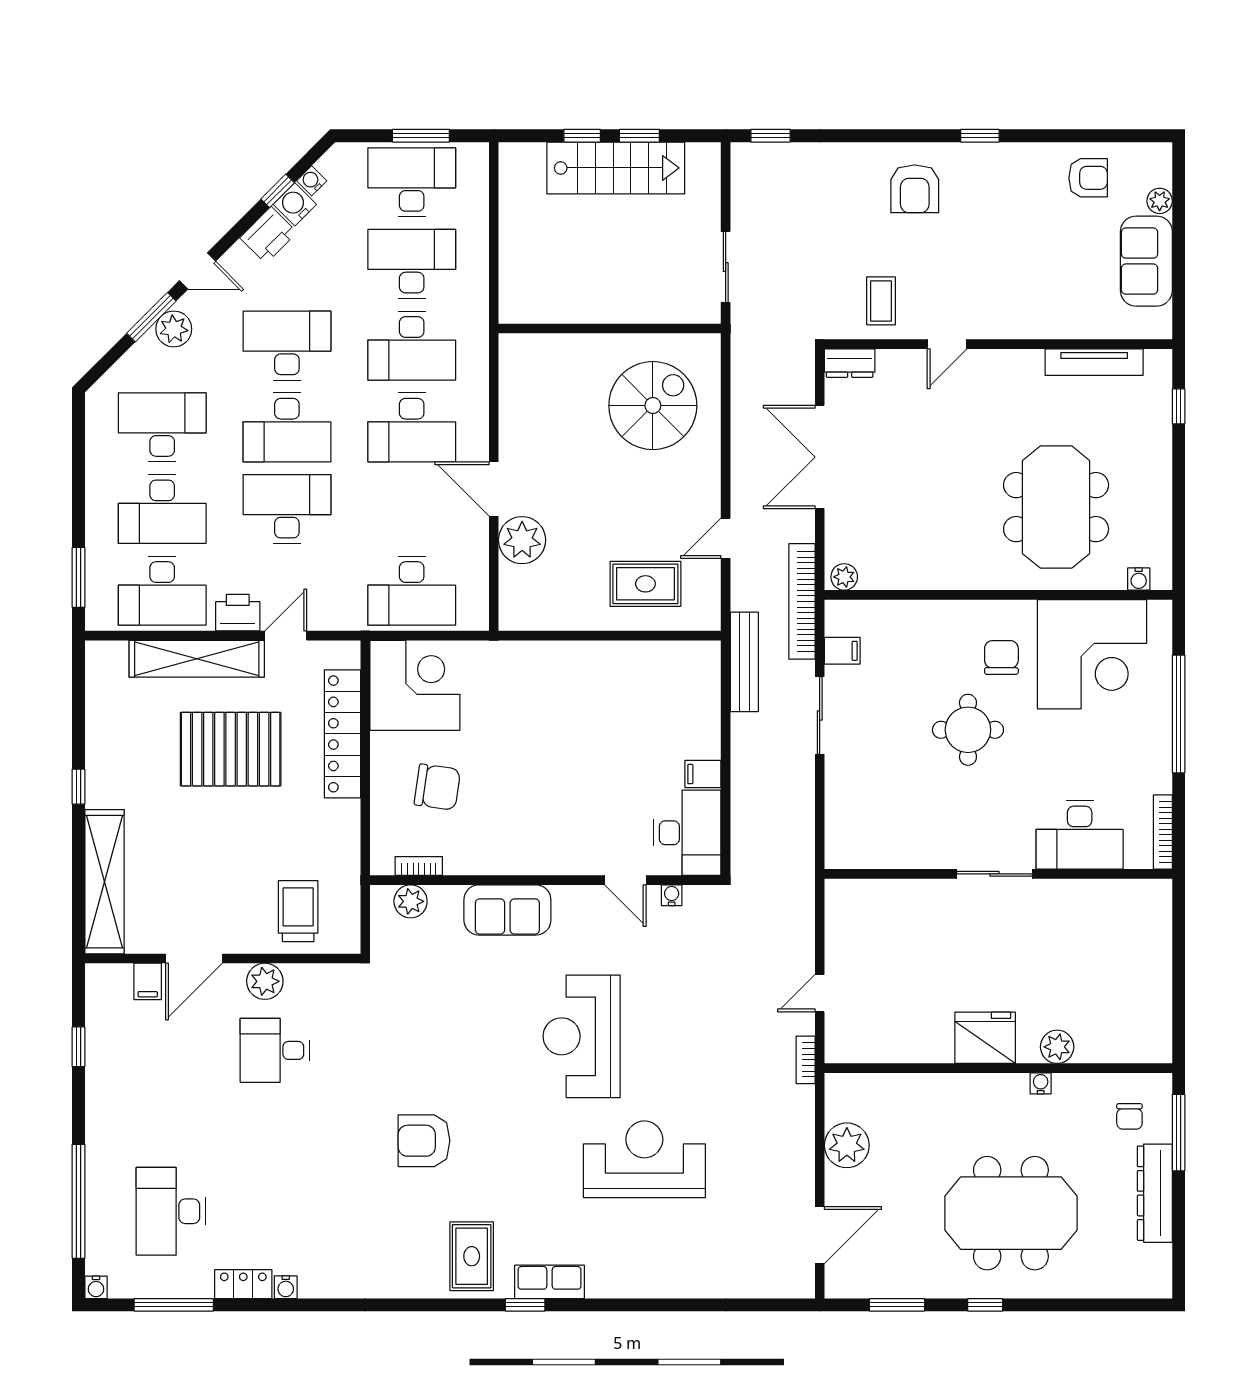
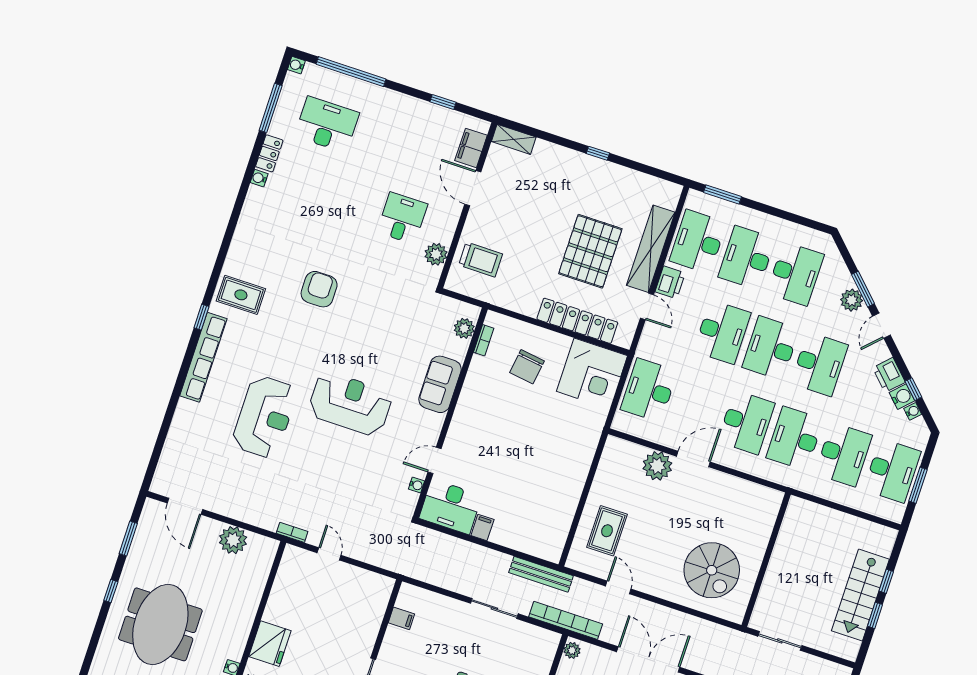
desk: (412, 427) -> (746, 422), turned 180
filing cabinet: (842, 651) -> (401, 618), moved, turned -90
shelving: (104, 882) -> (514, 139), width x0.45, depth x0.75
filing cabinet: (148, 981) -> (471, 148), width x2.00
plant: (265, 981) -> (436, 254), moved
row of seats: (550, 1282) -> (203, 357), width x2.02

